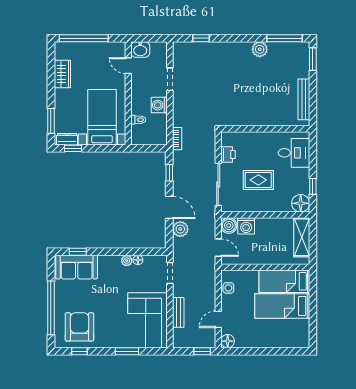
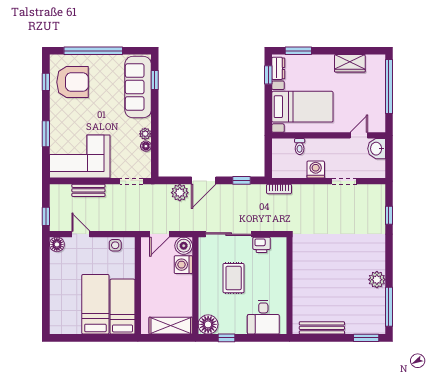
sofa: (77, 267) -> (138, 87), width x1.36

